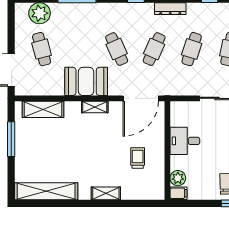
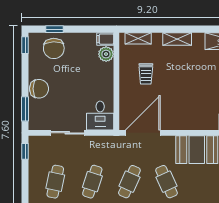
shelving: (95, 107) -> (138, 38), moved
desk: (185, 141) -> (100, 116), moved, turned 90

